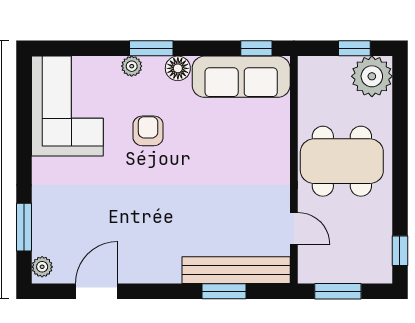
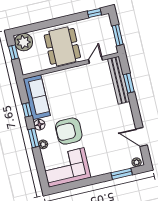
window: (256, 48) -> (27, 110), moved
armchair: (148, 131) -> (69, 131), width x1.88, depth x1.88

